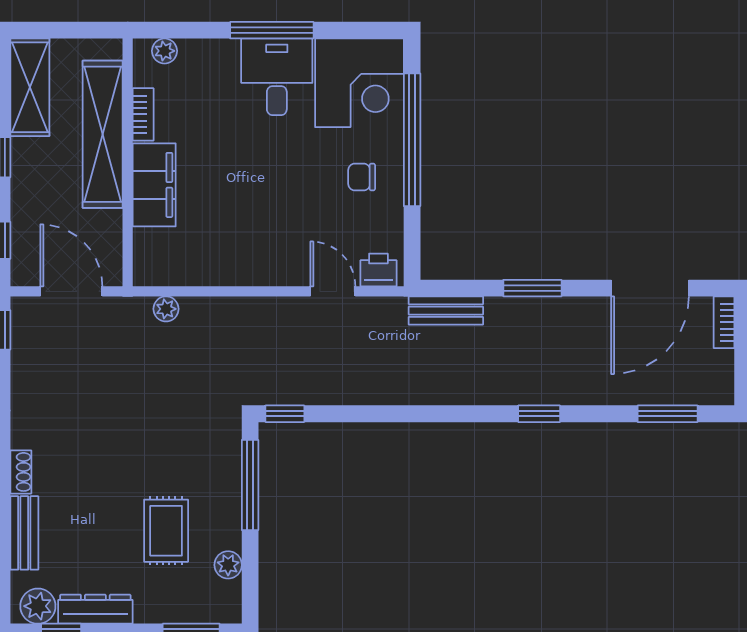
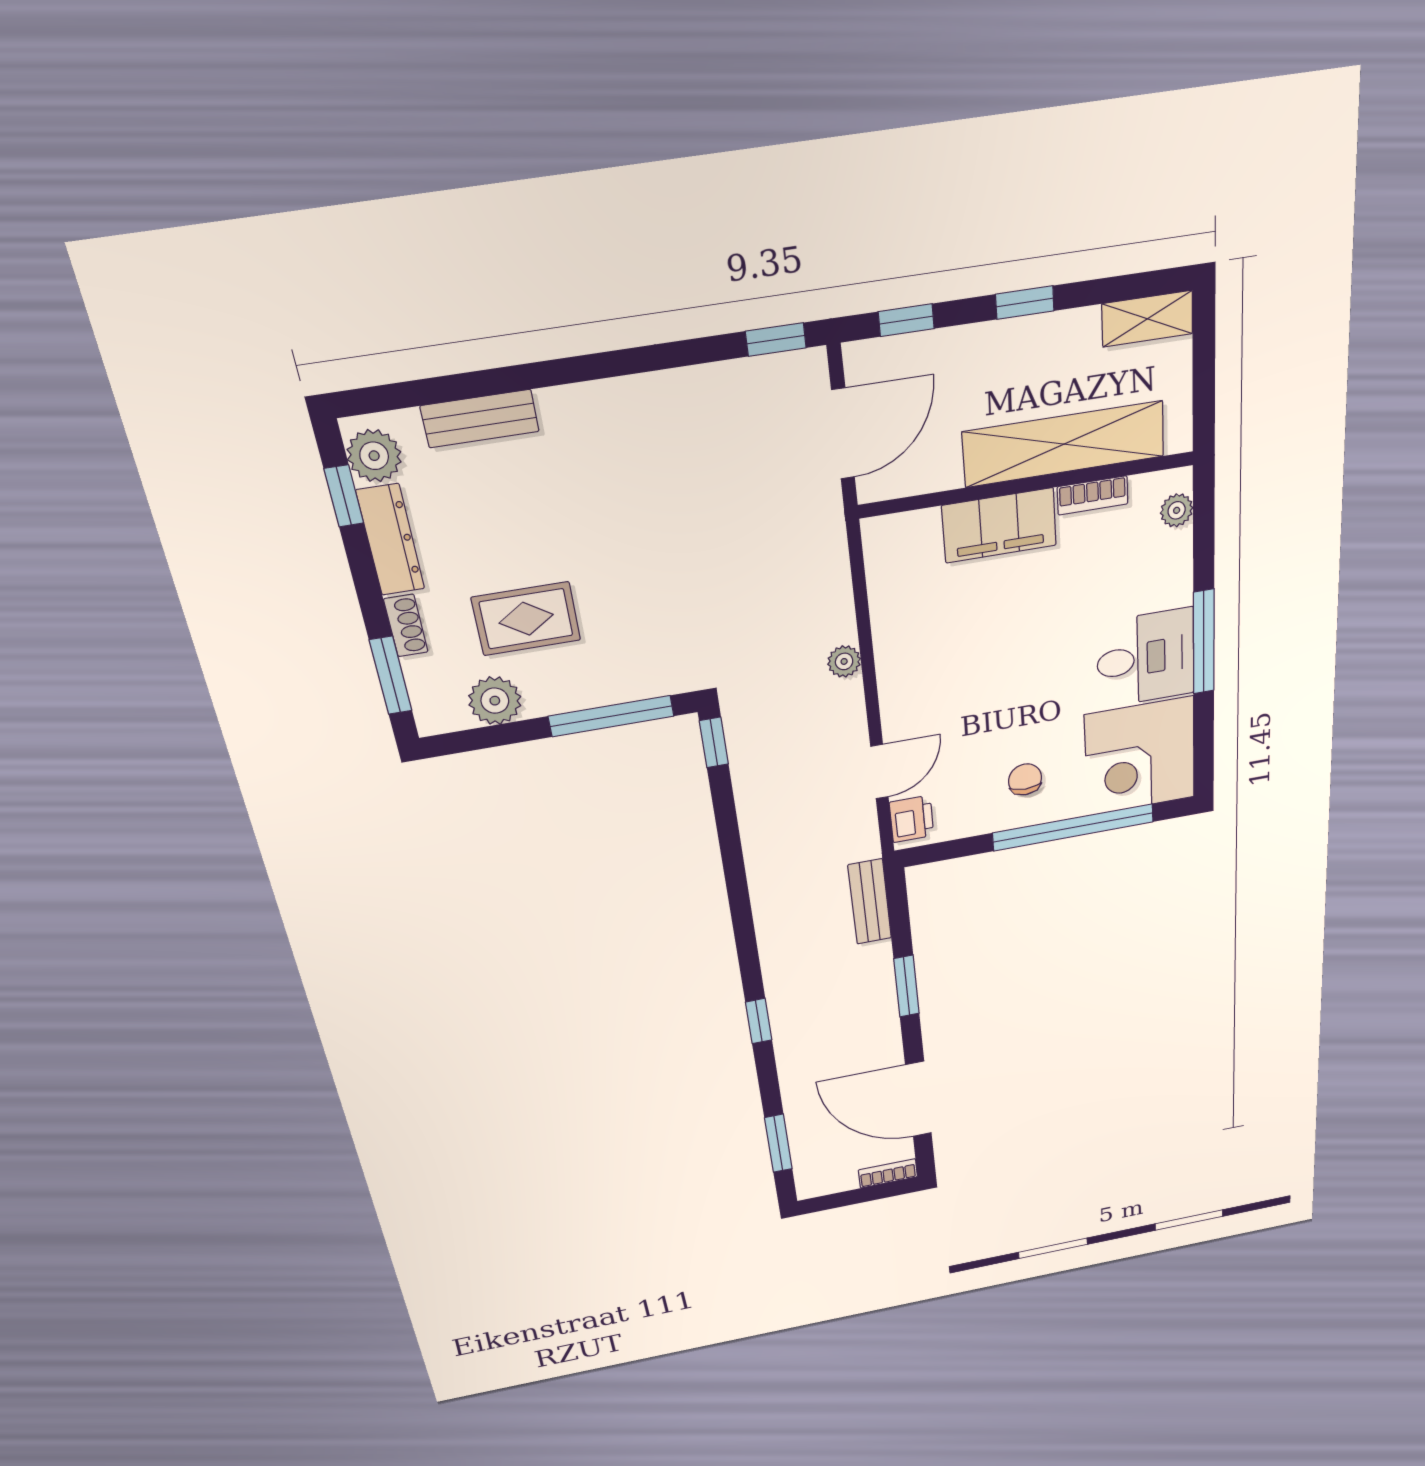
shelving: (30, 87) -> (1147, 319), width x0.67, depth x0.75
plant: (166, 309) -> (844, 661), moved
shoe rack: (21, 472) -> (406, 626), moved, turned -90
plant: (228, 565) -> (495, 701), width x1.38, depth x1.38

